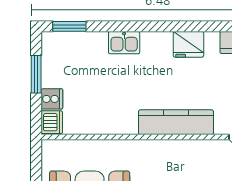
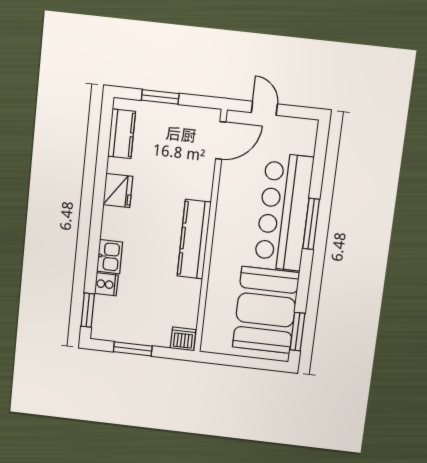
cooker: (52, 99) -> (106, 284), moved, turned 90
kitchen counter: (176, 122) -> (194, 239), moved

